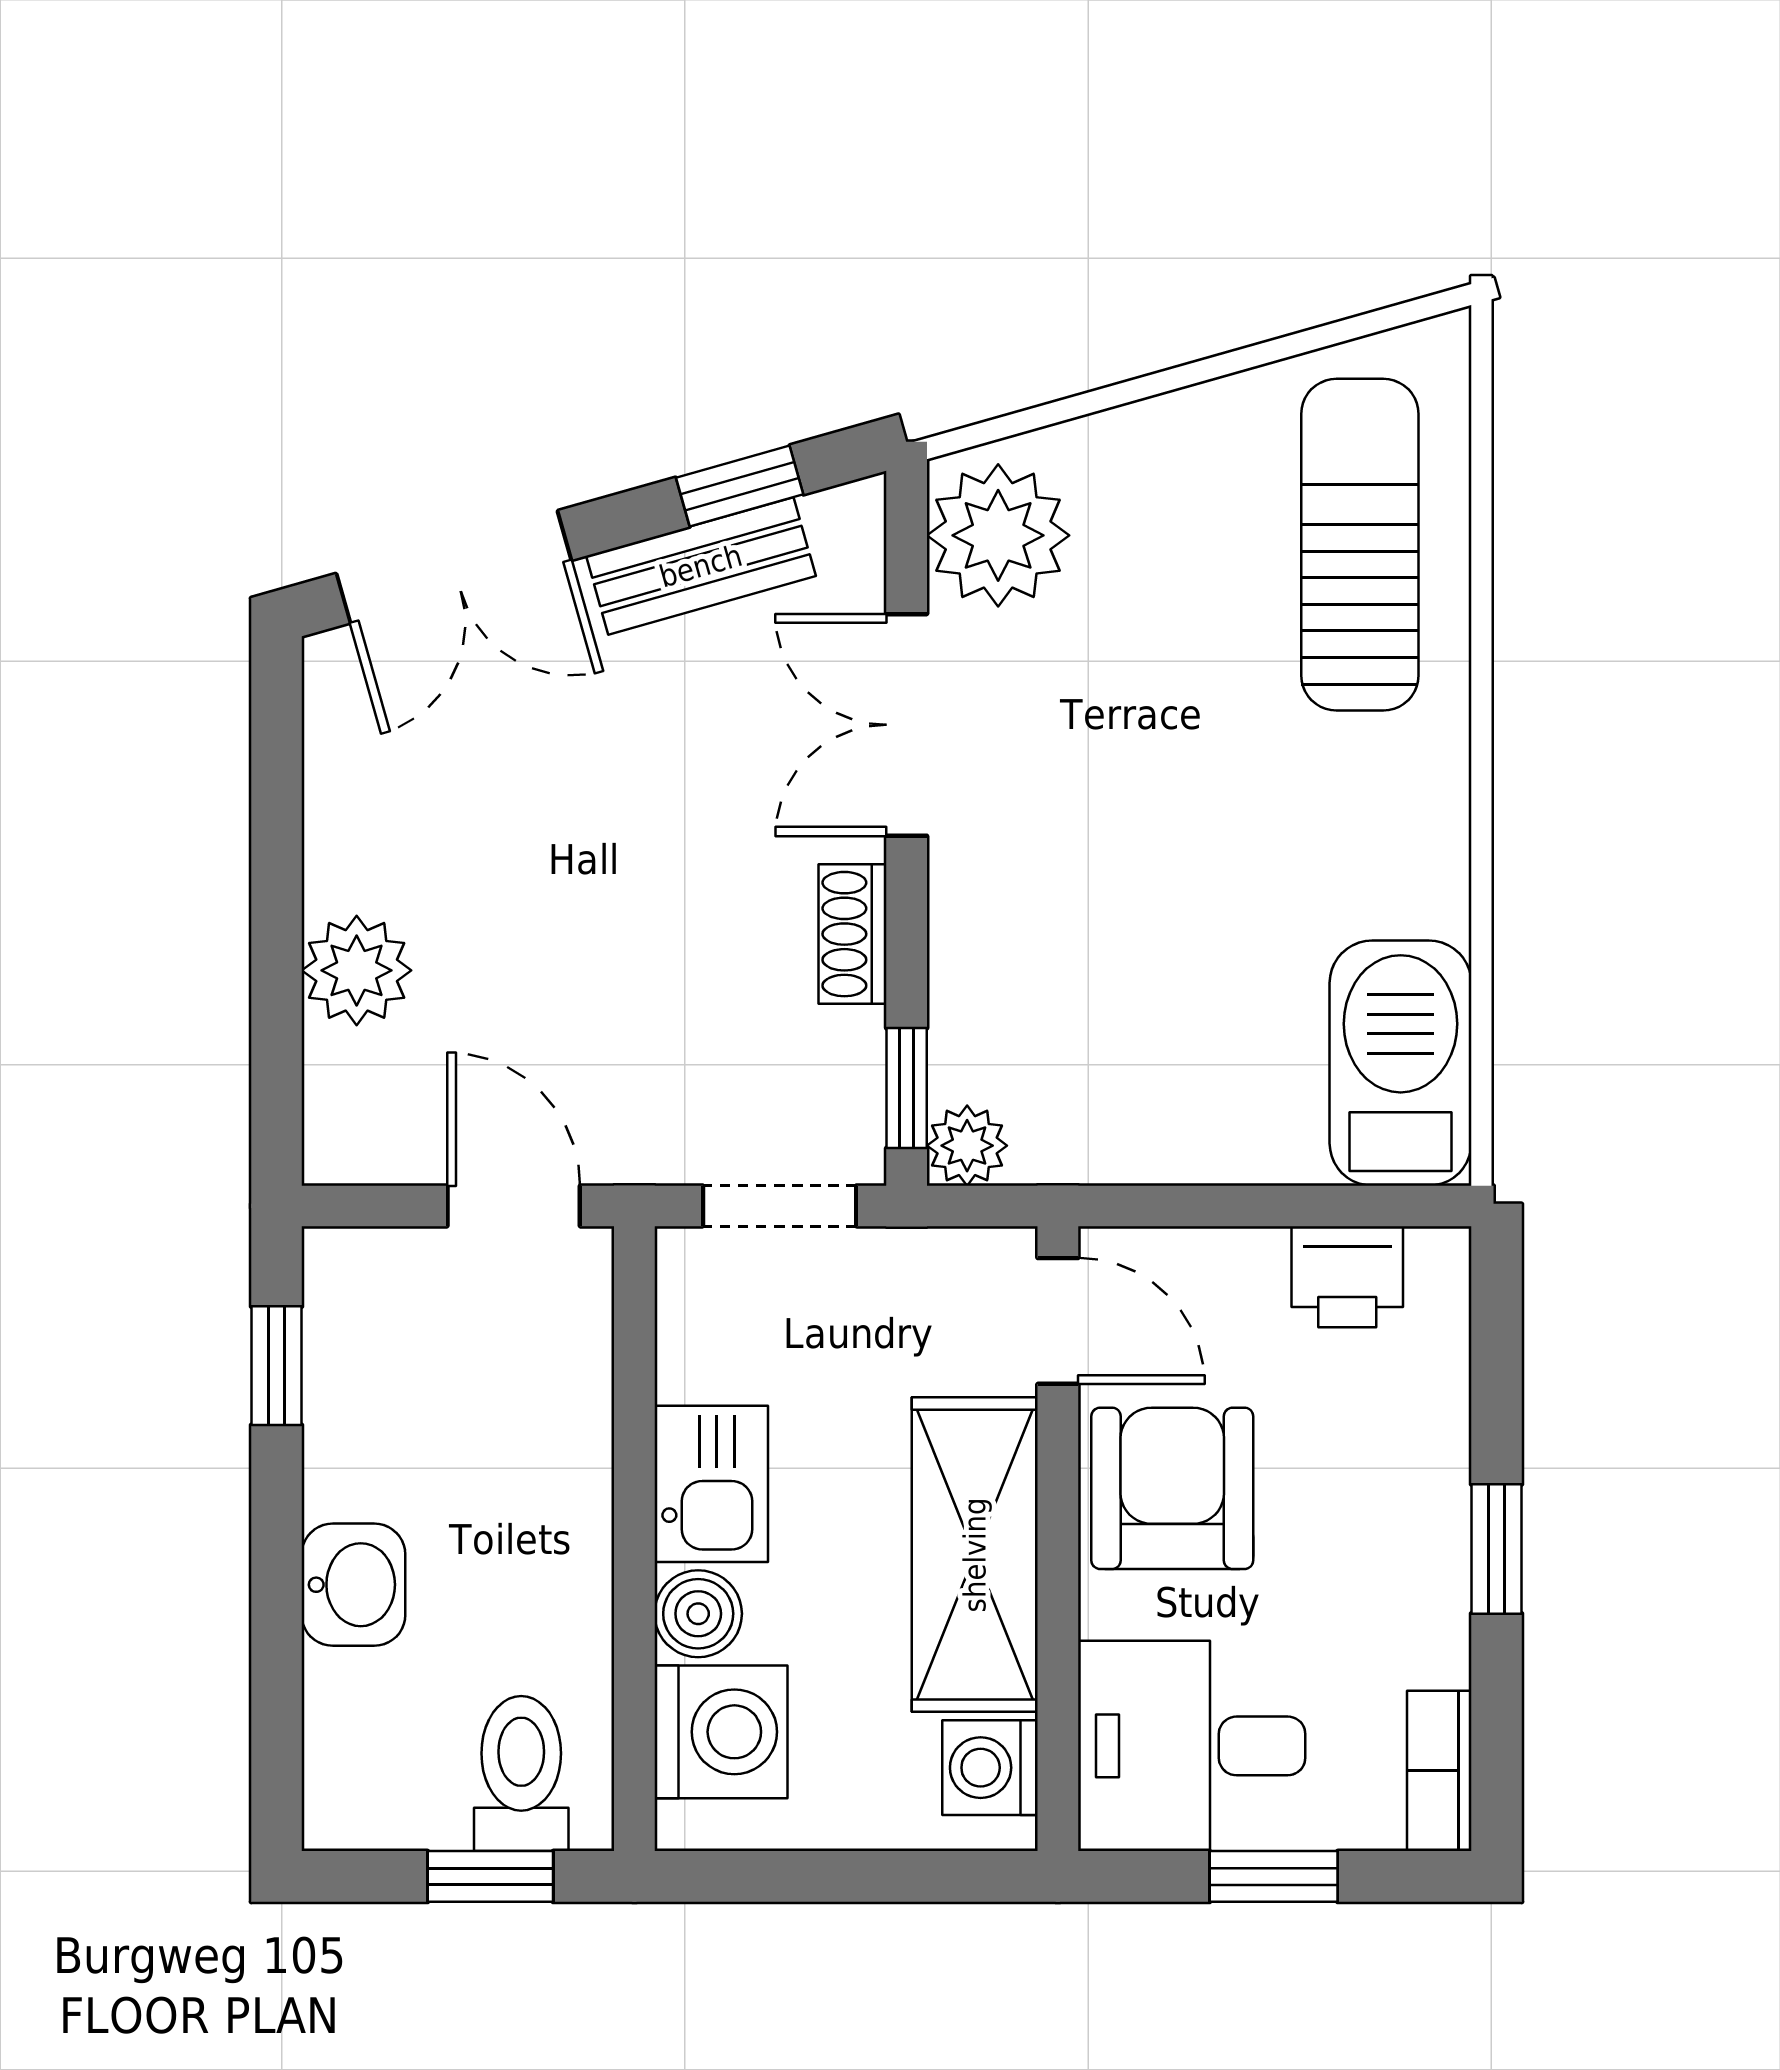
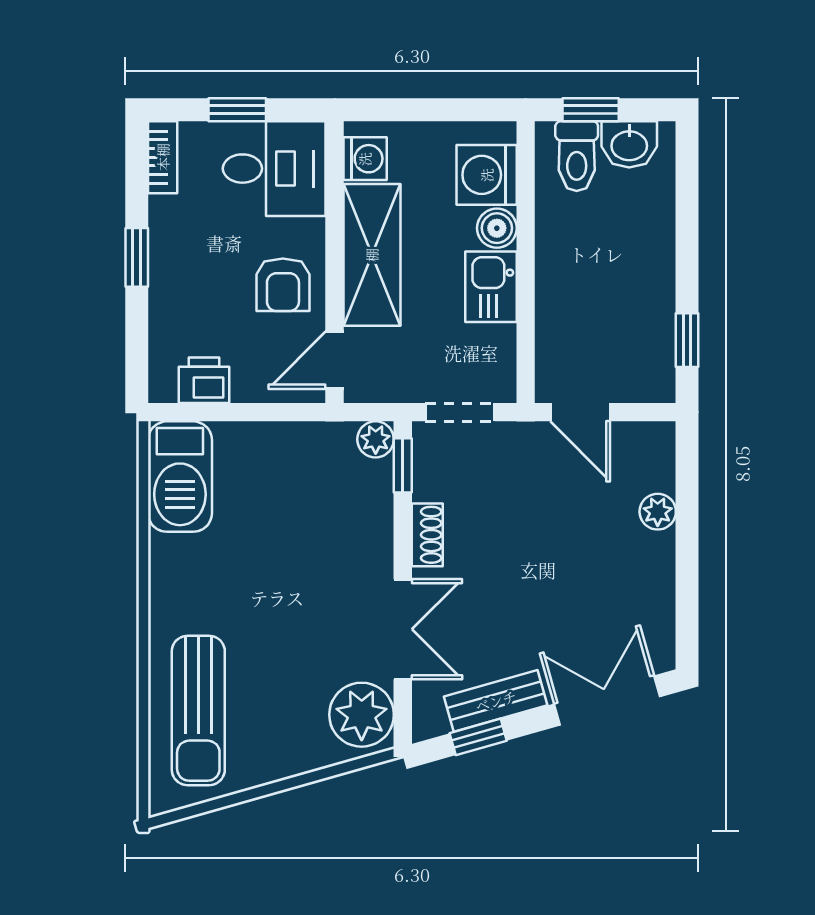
plant: (357, 970) -> (658, 512), width x0.73, depth x0.73
door: (1058, 1321) -> (335, 360), hinge flipped
armchair: (1172, 1488) -> (283, 285), width x0.72, depth x0.72
washbasin: (353, 1585) -> (629, 144), moved, turned -90

